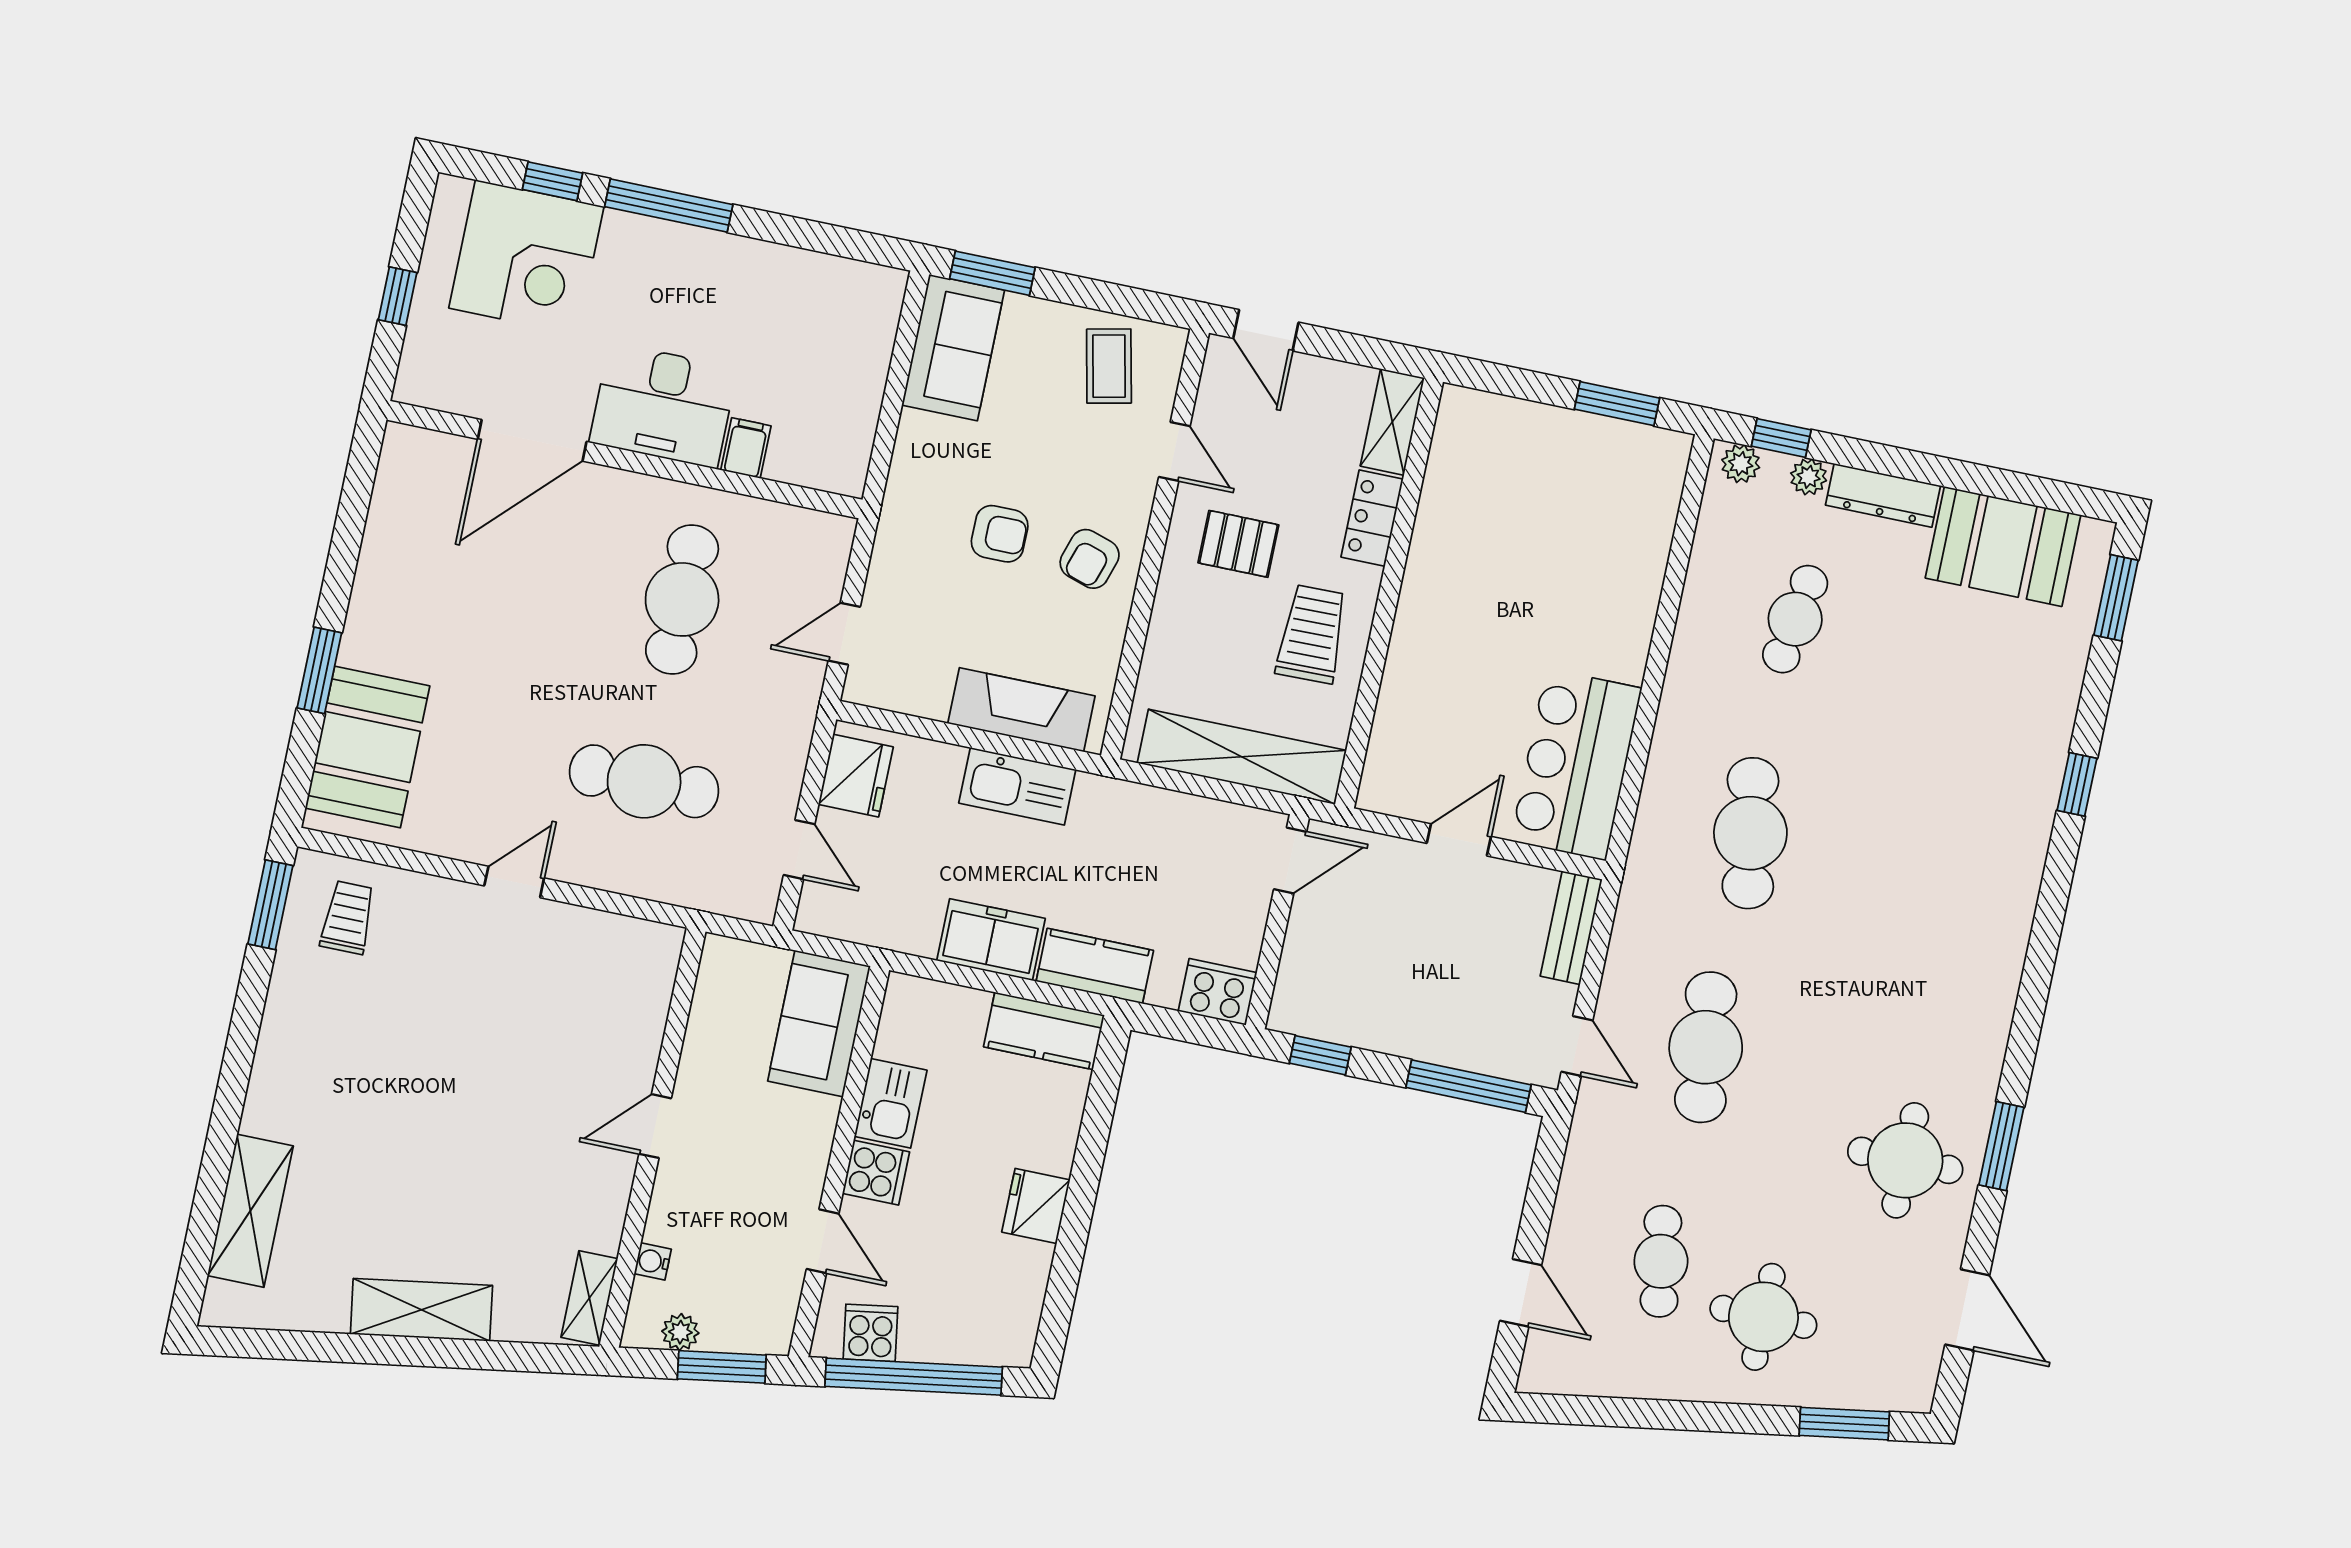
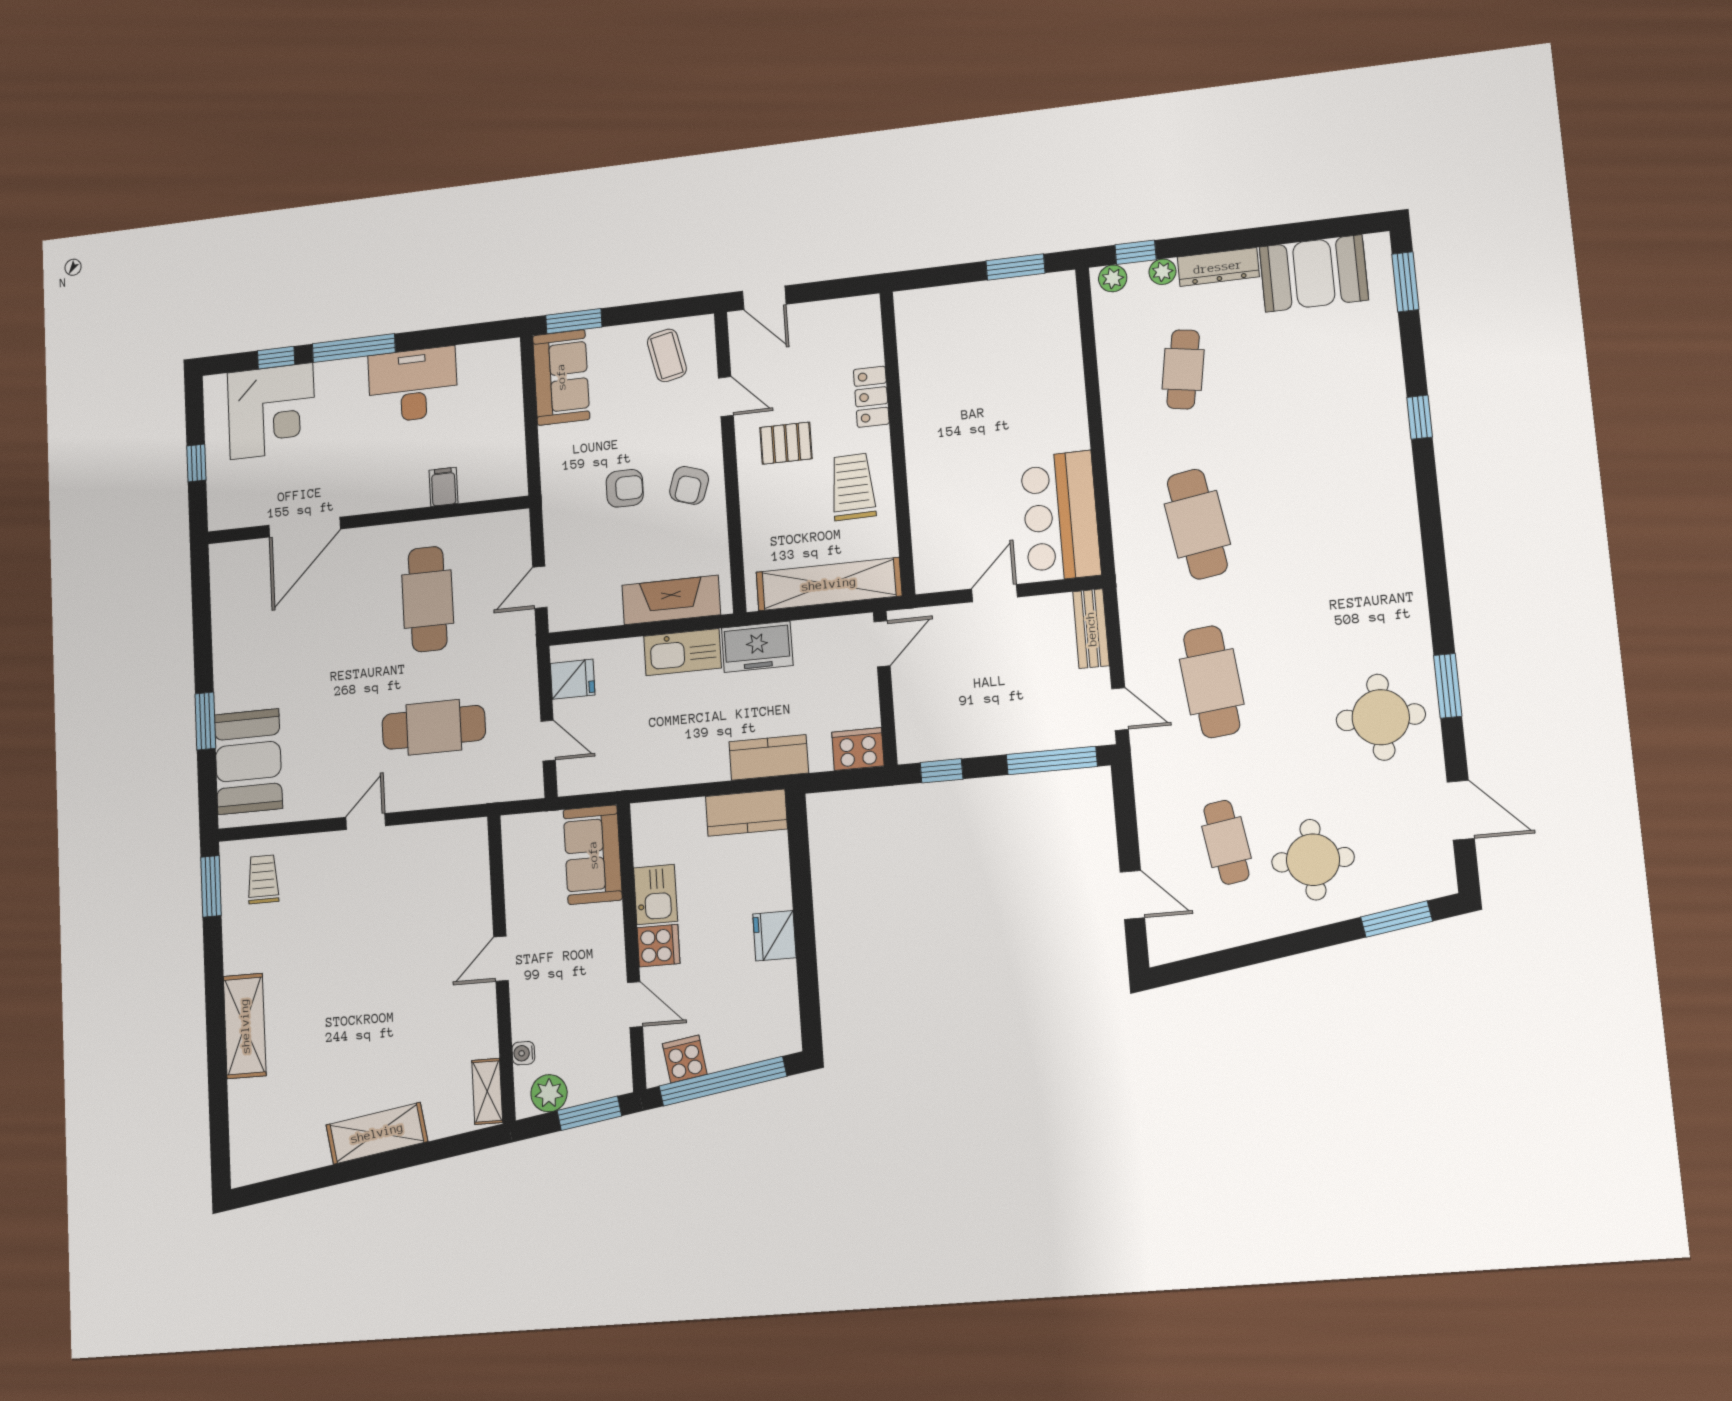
desk: (663, 405) -> (413, 385), moved, turned 180
shelving: (1392, 422) -> (866, 329), removed
fridge: (856, 776) -> (573, 679), width x0.72
freezer: (991, 940) -> (757, 647), moved, turned 180
shelving: (250, 1211) -> (245, 1026), moved
plant: (680, 1332) -> (549, 1093), width x1.38, depth x1.38

